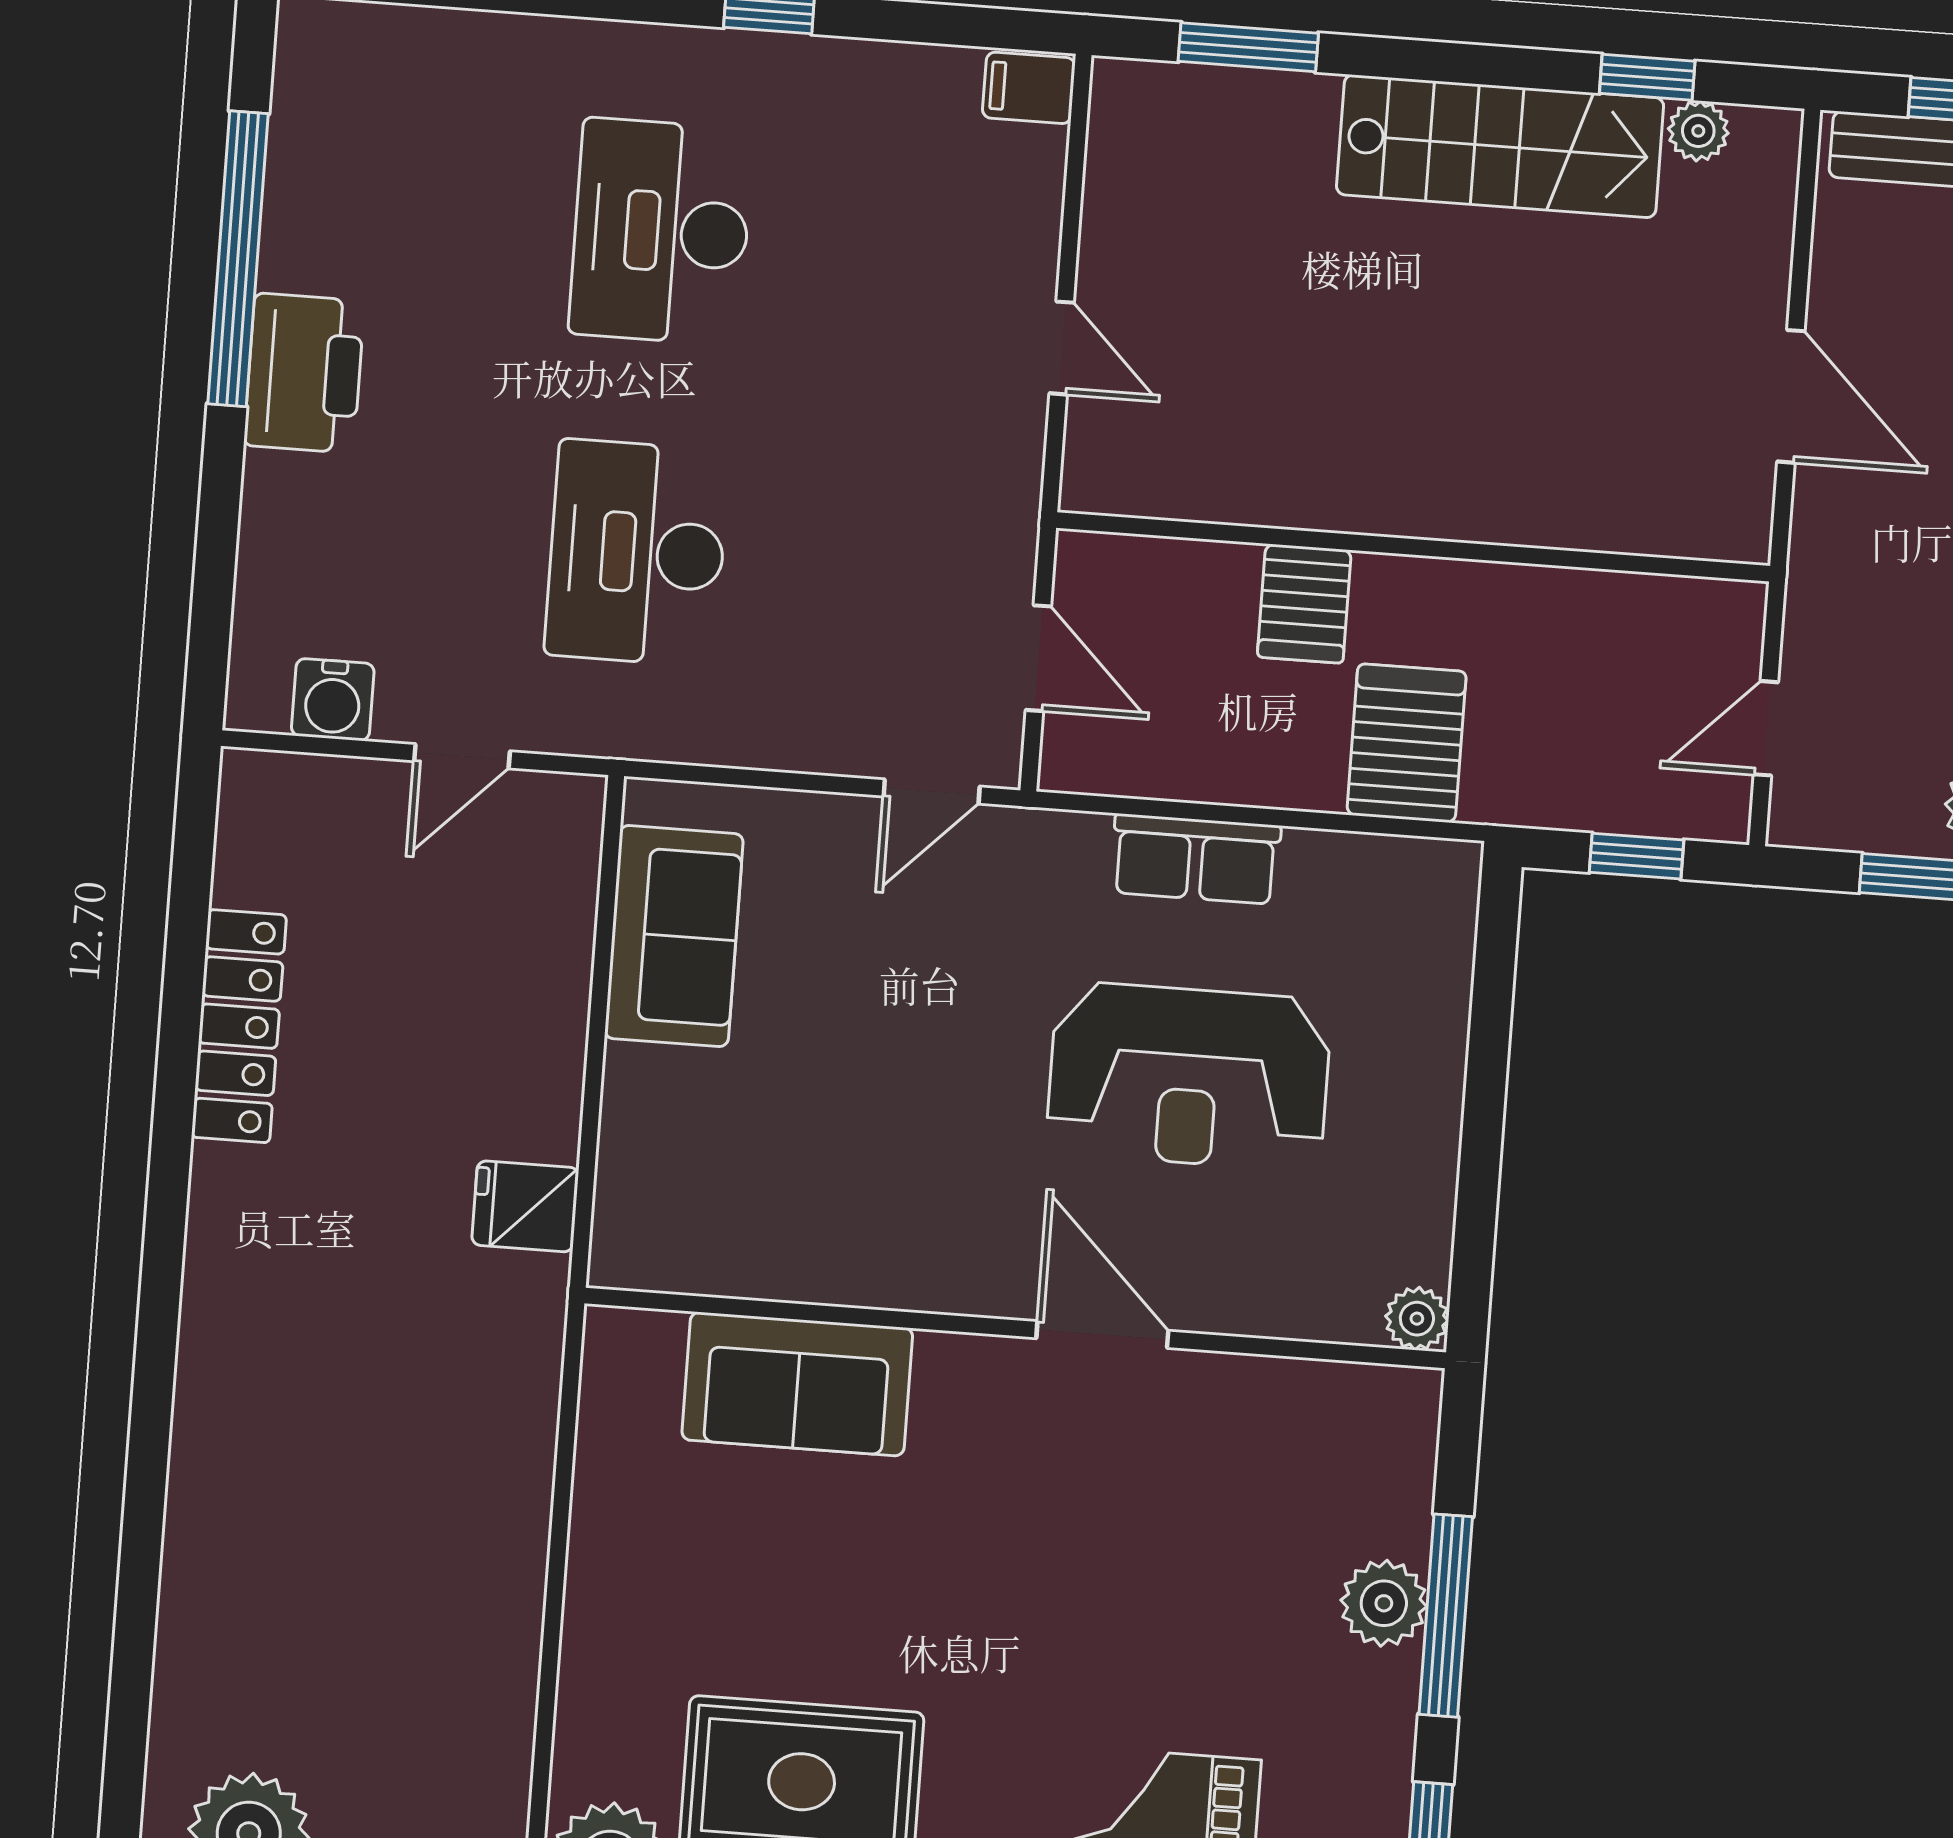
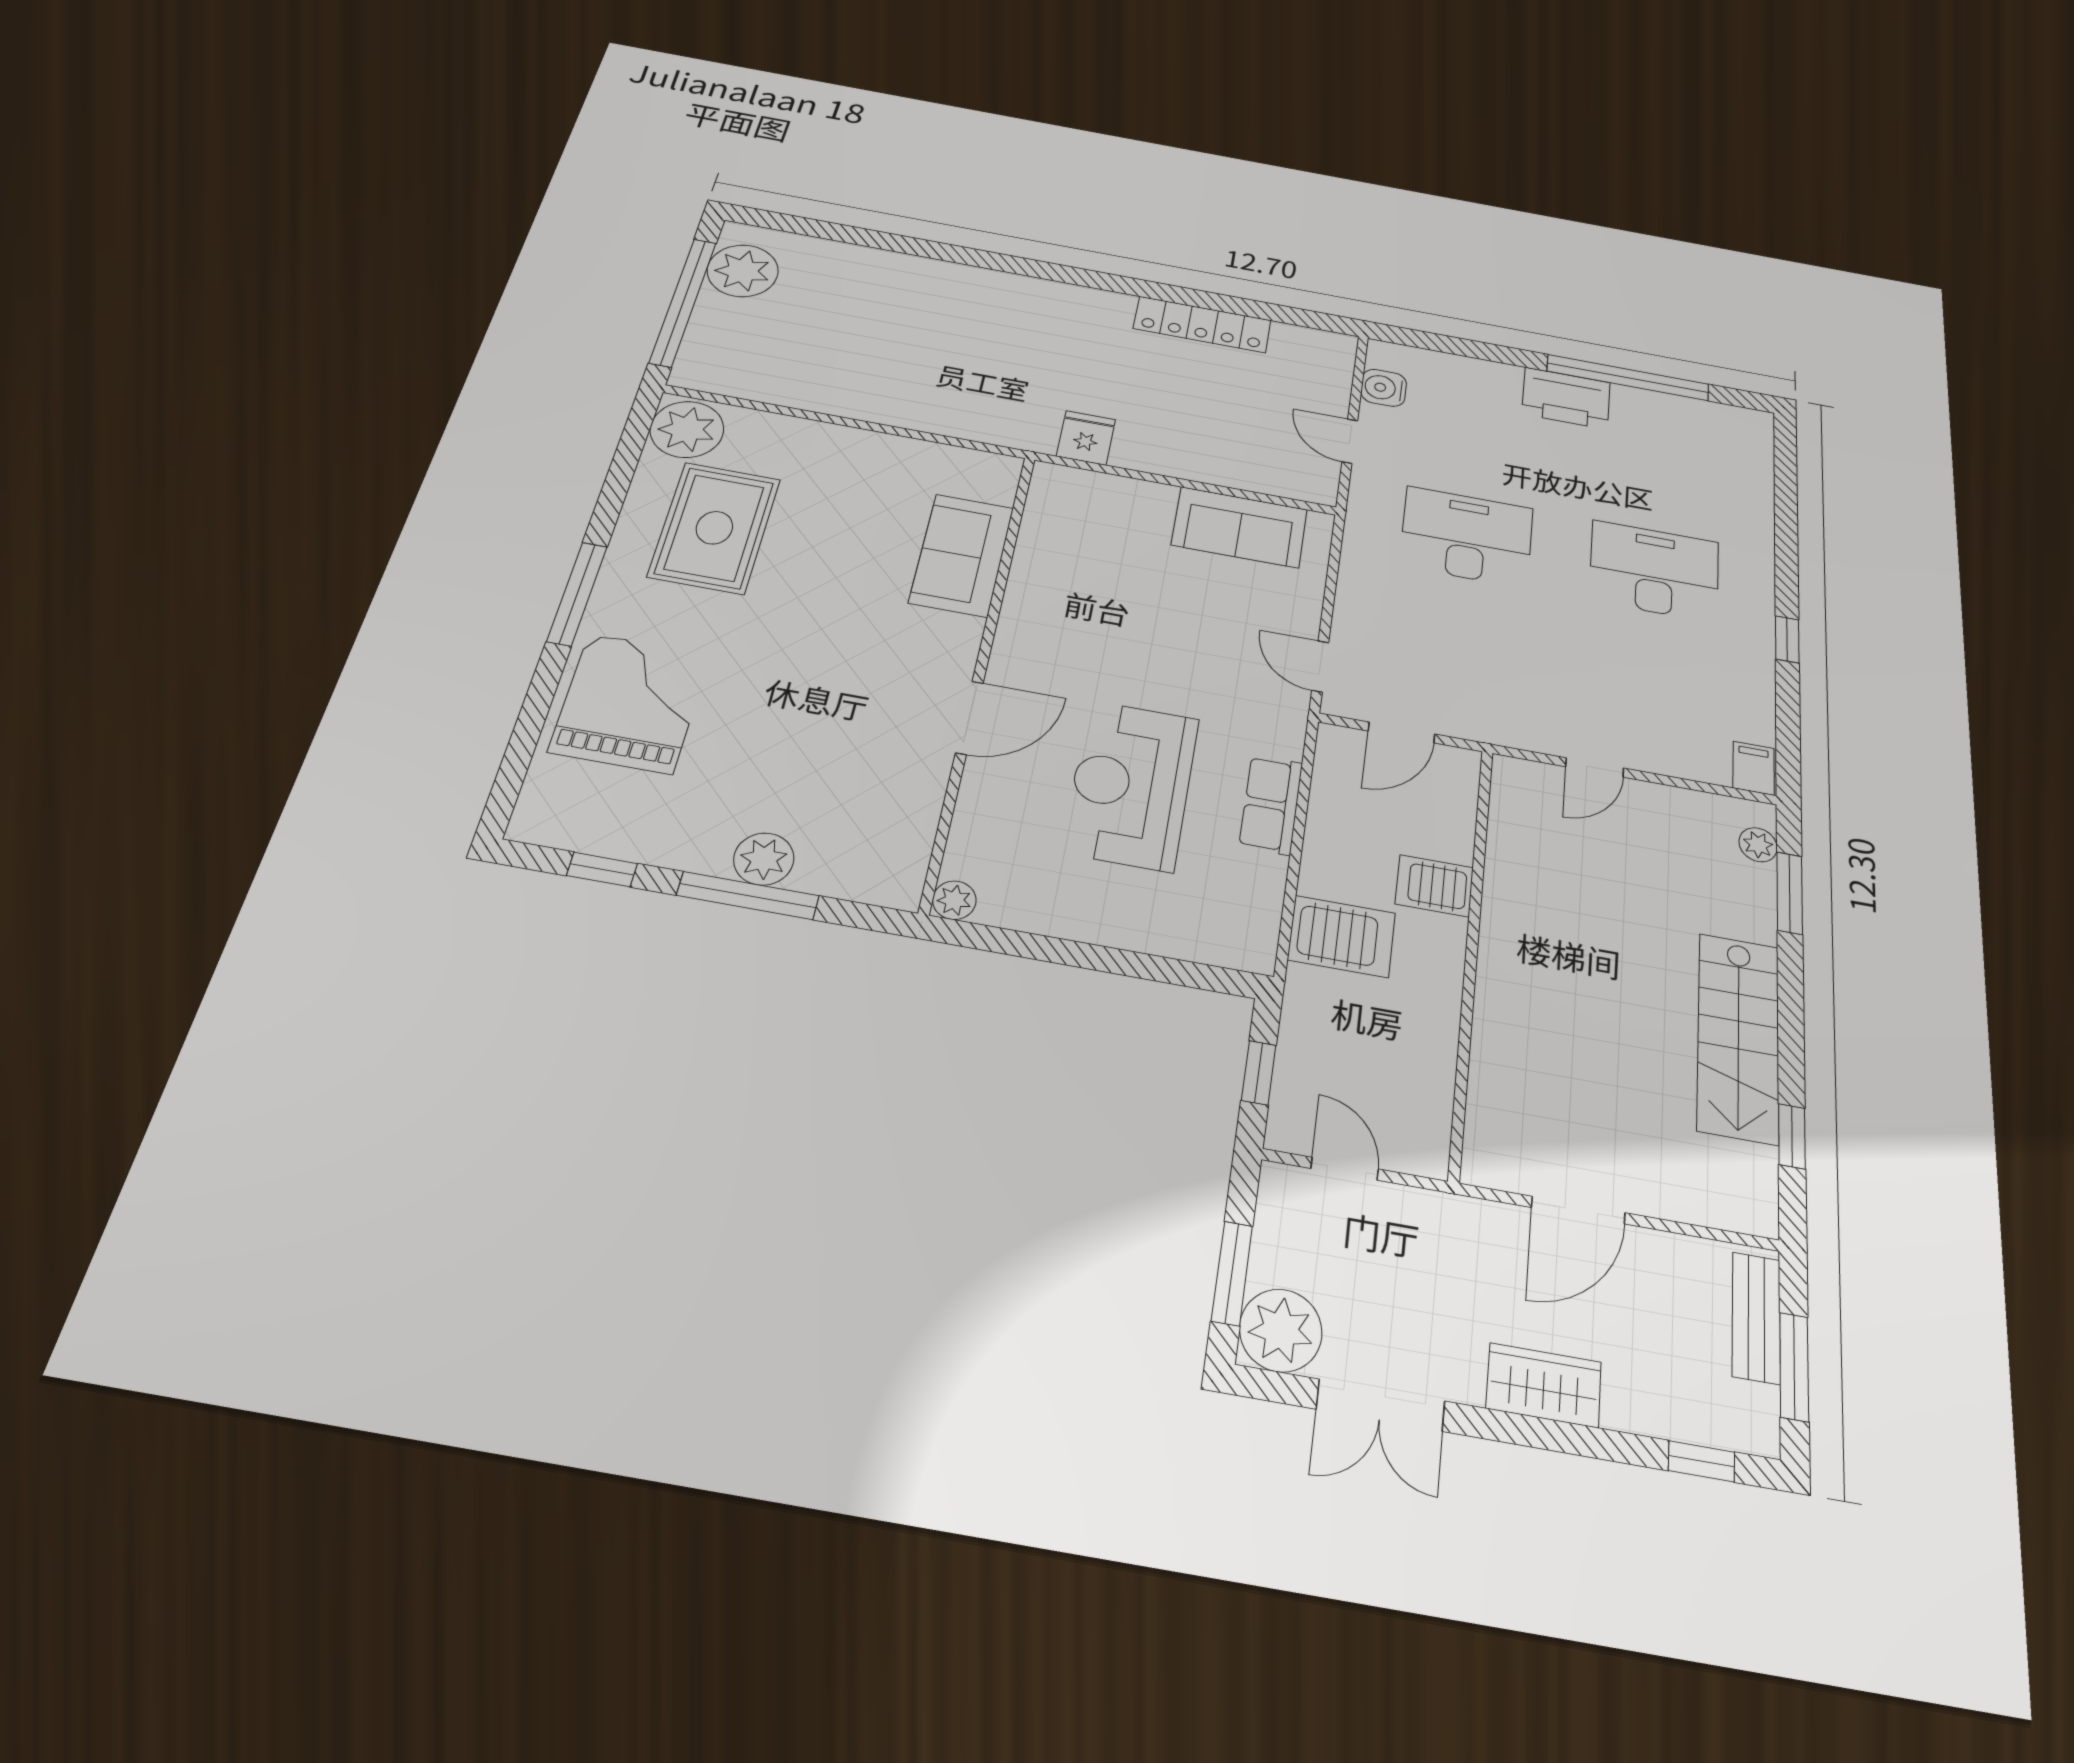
plant: (1698, 131) -> (1758, 845), moved

